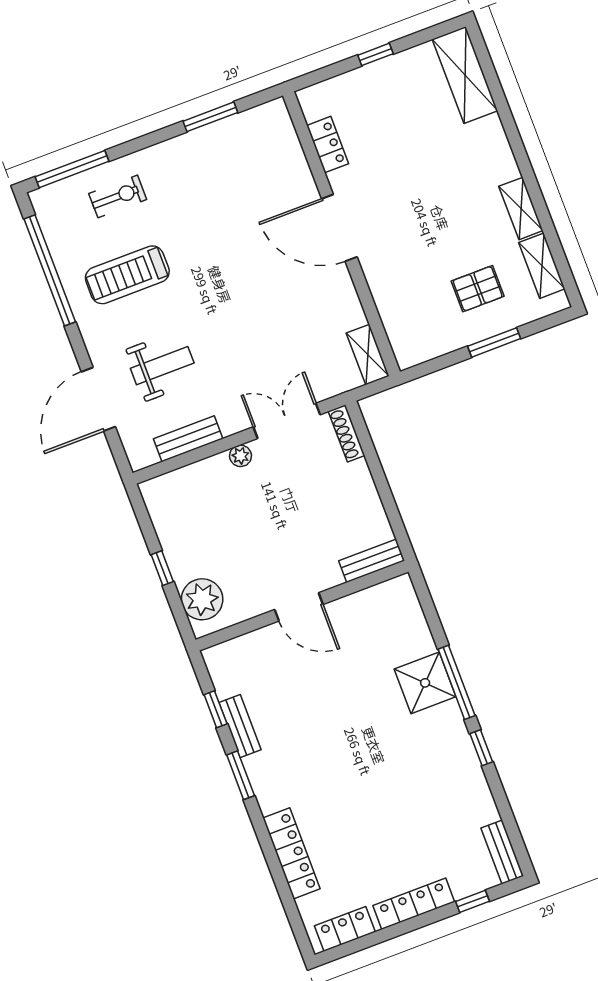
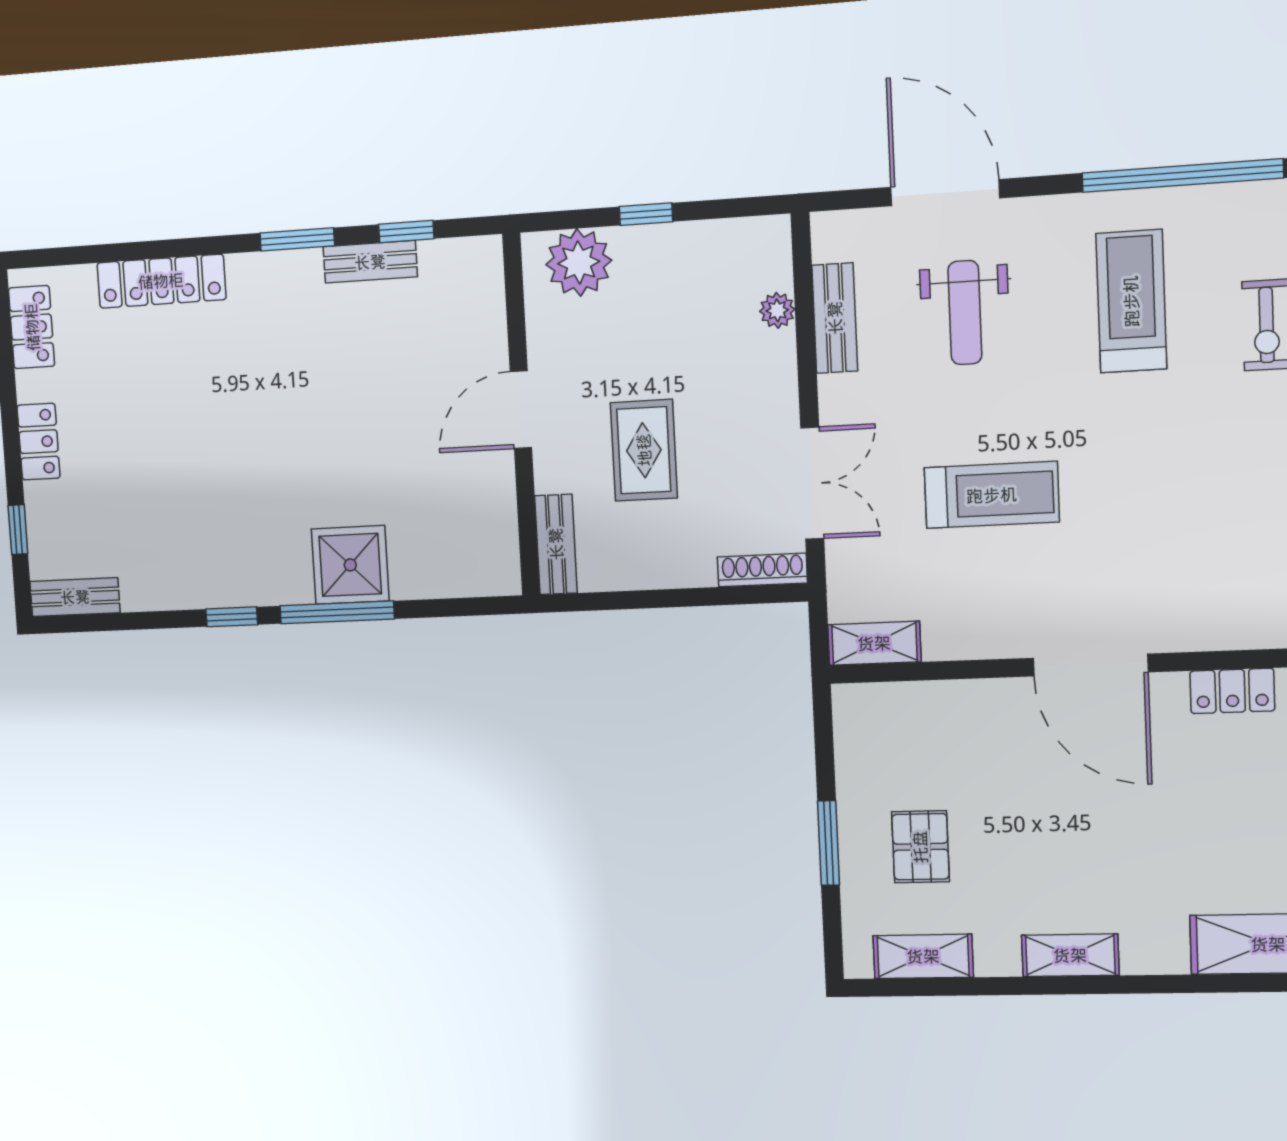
shelving: (521, 208) -> (1070, 955), moved
door: (339, 228) -> (1090, 665), swing flipped
treadmill: (260, 316) -> (992, 495), added
plant: (241, 456) -> (777, 310), moved
rug: (299, 526) -> (644, 450), added
locker: (414, 904) -> (39, 442), width x0.66

